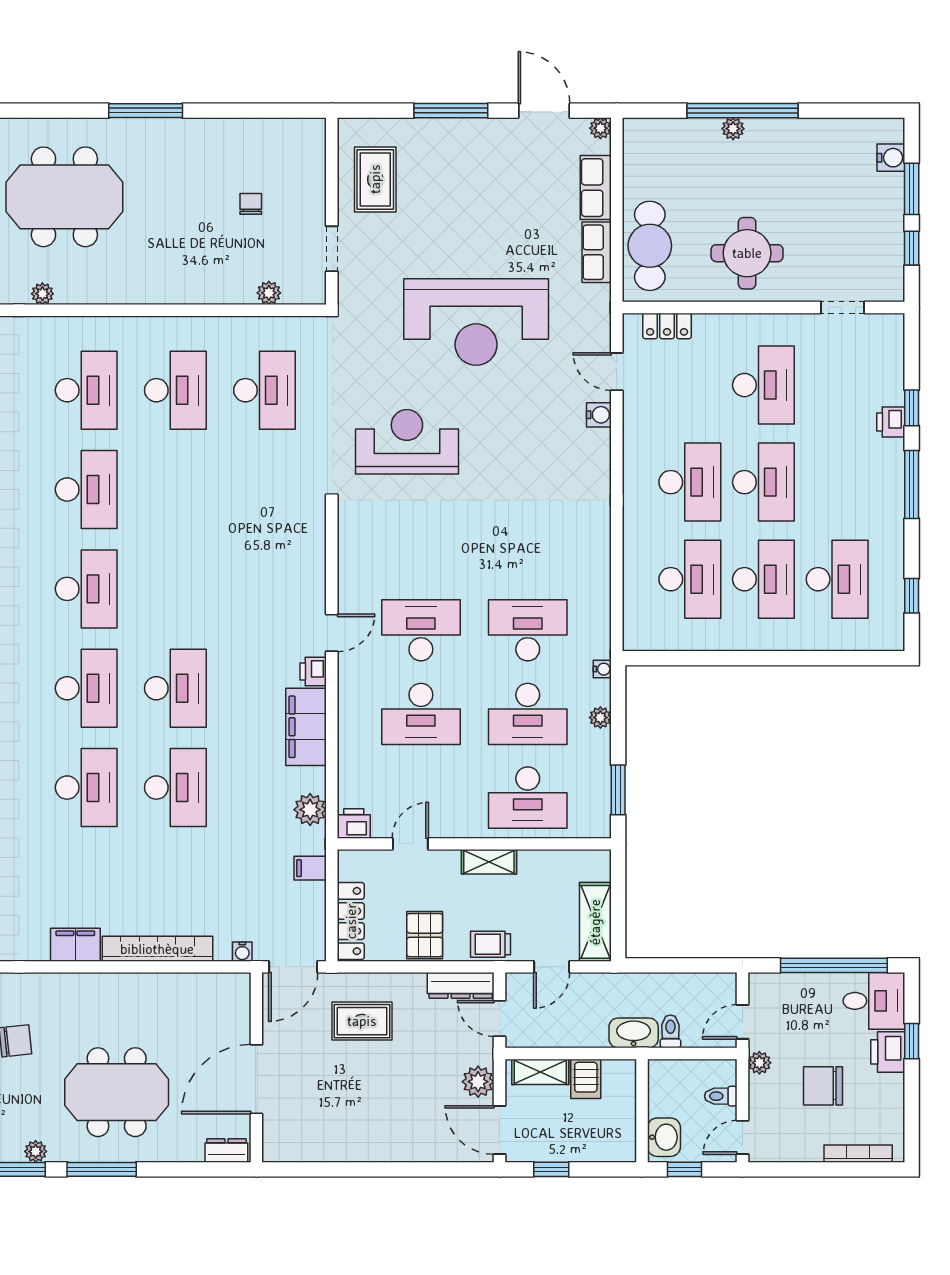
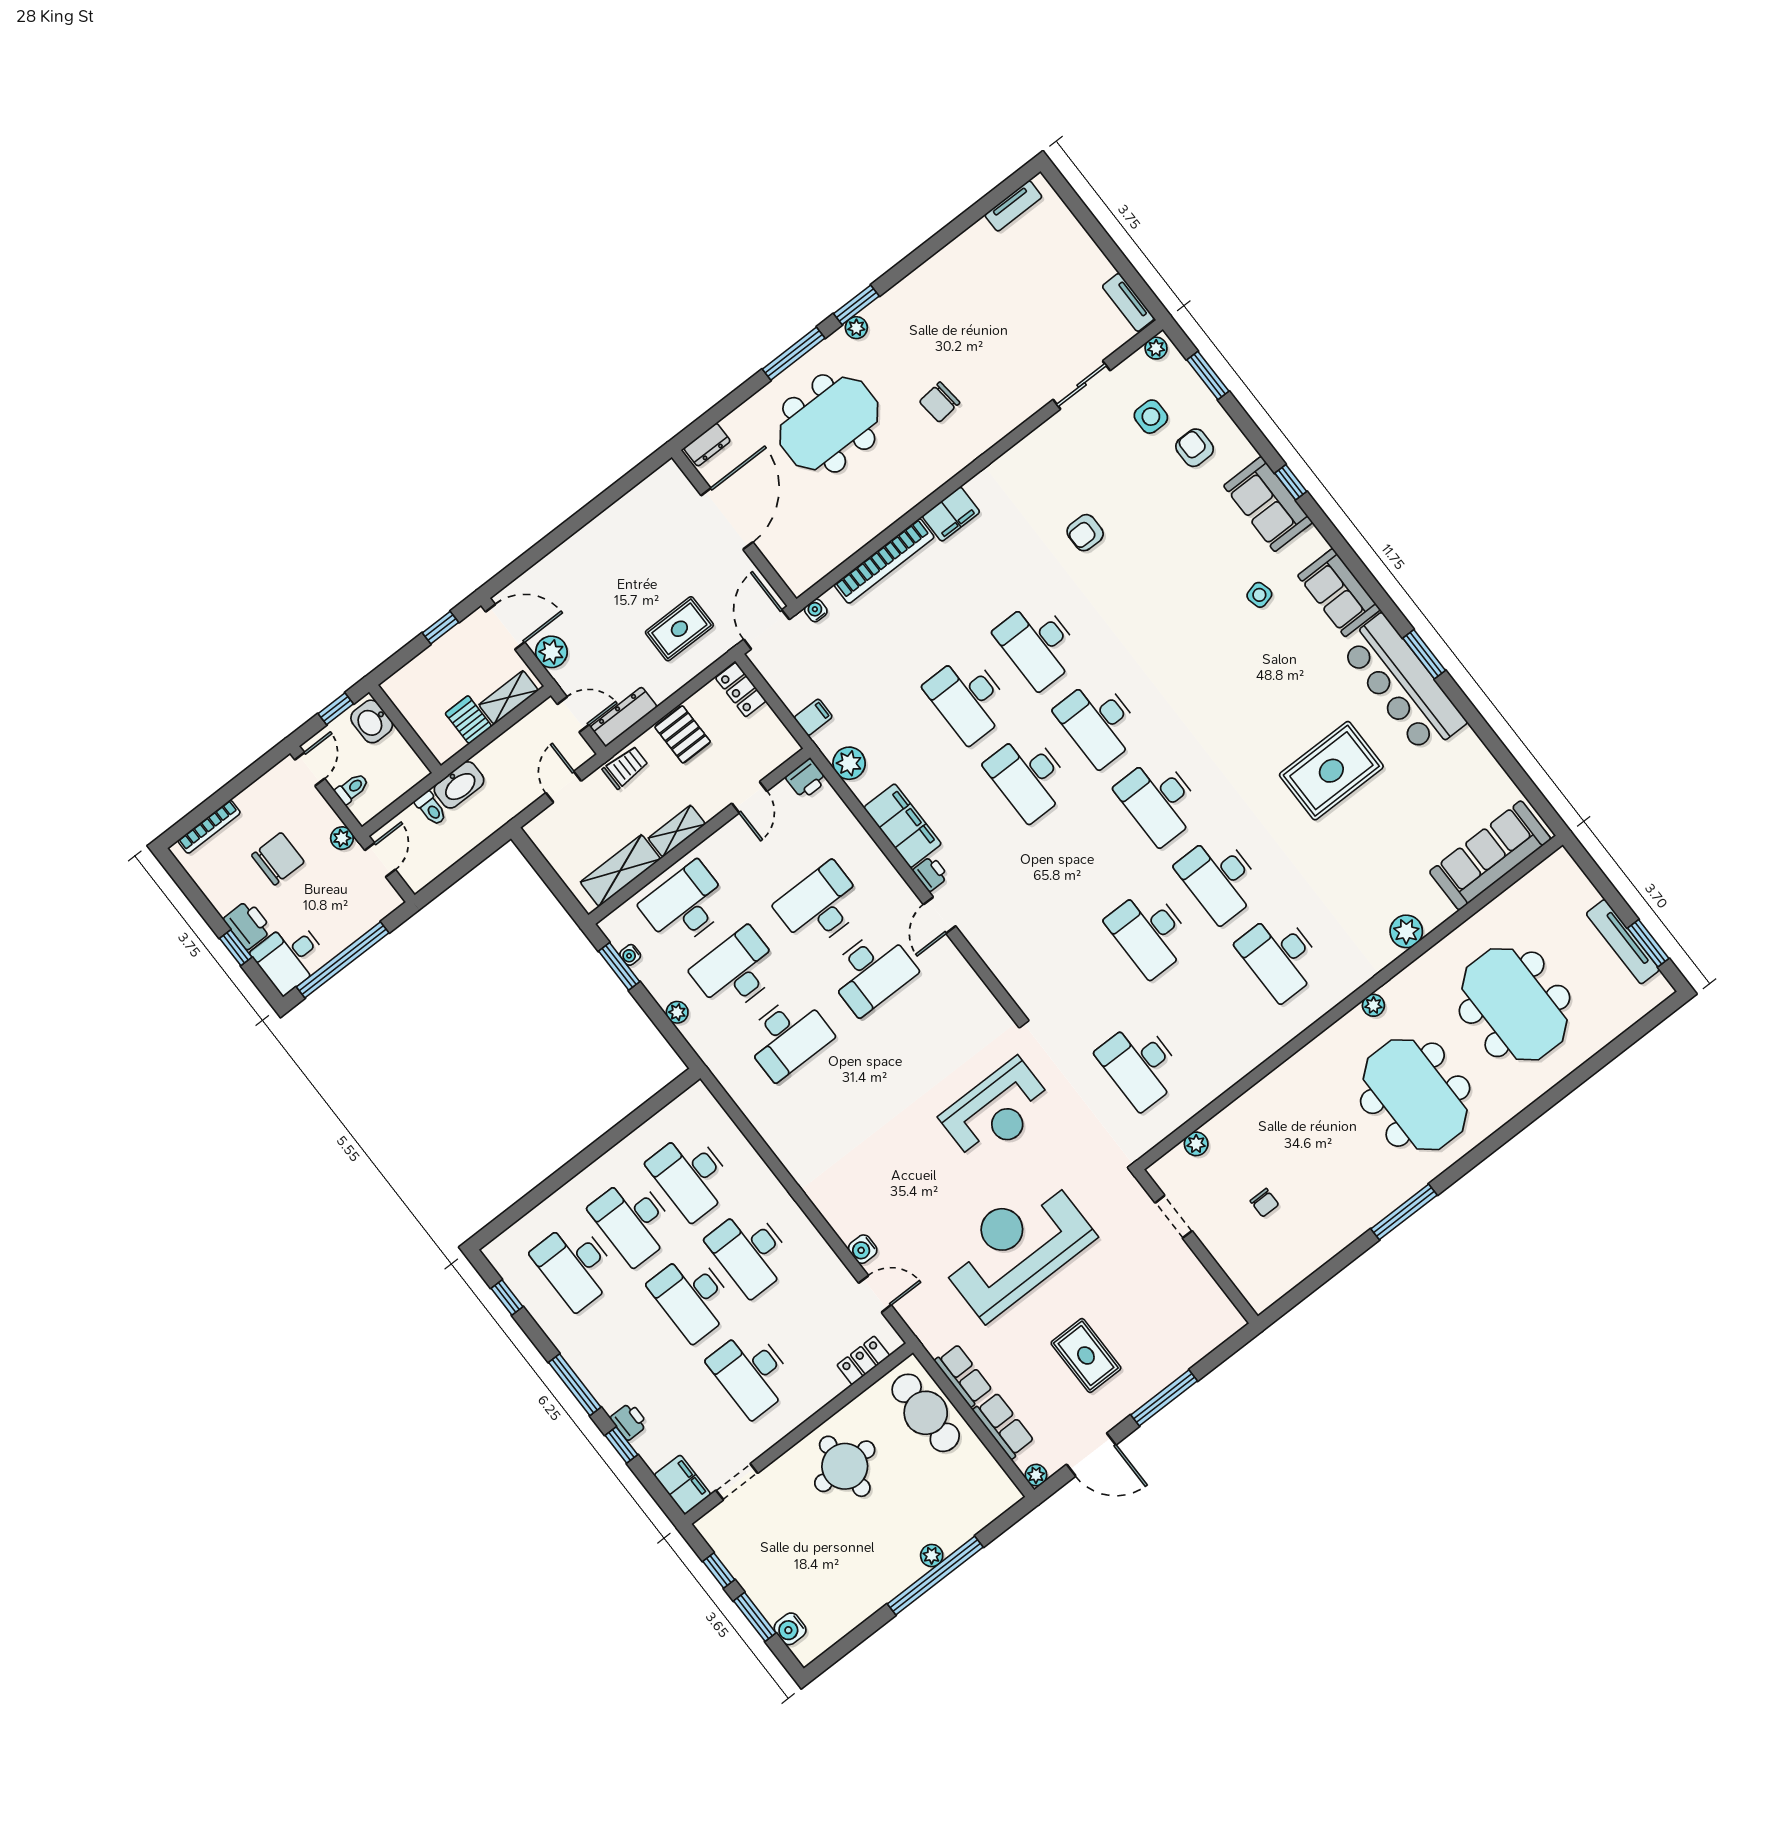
rug: (375, 179) -> (1086, 1355), moved
meeting table: (64, 197) -> (1415, 1095), turned 90
filing cabinet: (888, 339) -> (682, 1485), added
desk: (175, 390) -> (1150, 932), moved
water cooler: (602, 669) -> (630, 955), moved
locker: (351, 921) -> (741, 690), width x0.66
shelving: (595, 922) -> (620, 871), moved, turned 90

